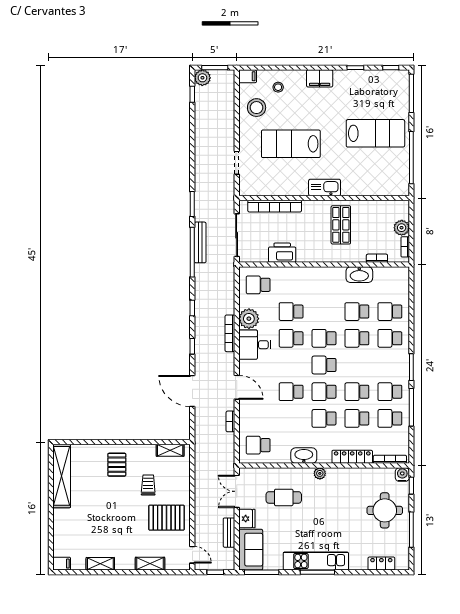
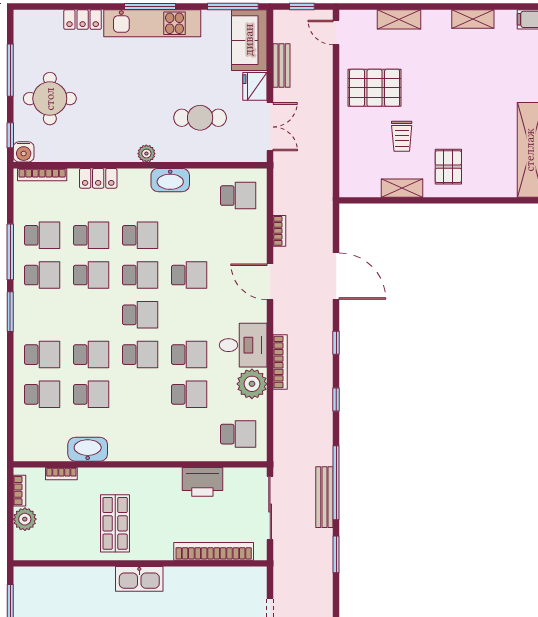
shelving: (170, 450) -> (402, 188), moved
locker: (352, 457) -> (98, 178), width x0.66
locker: (381, 563) -> (83, 20), moved

